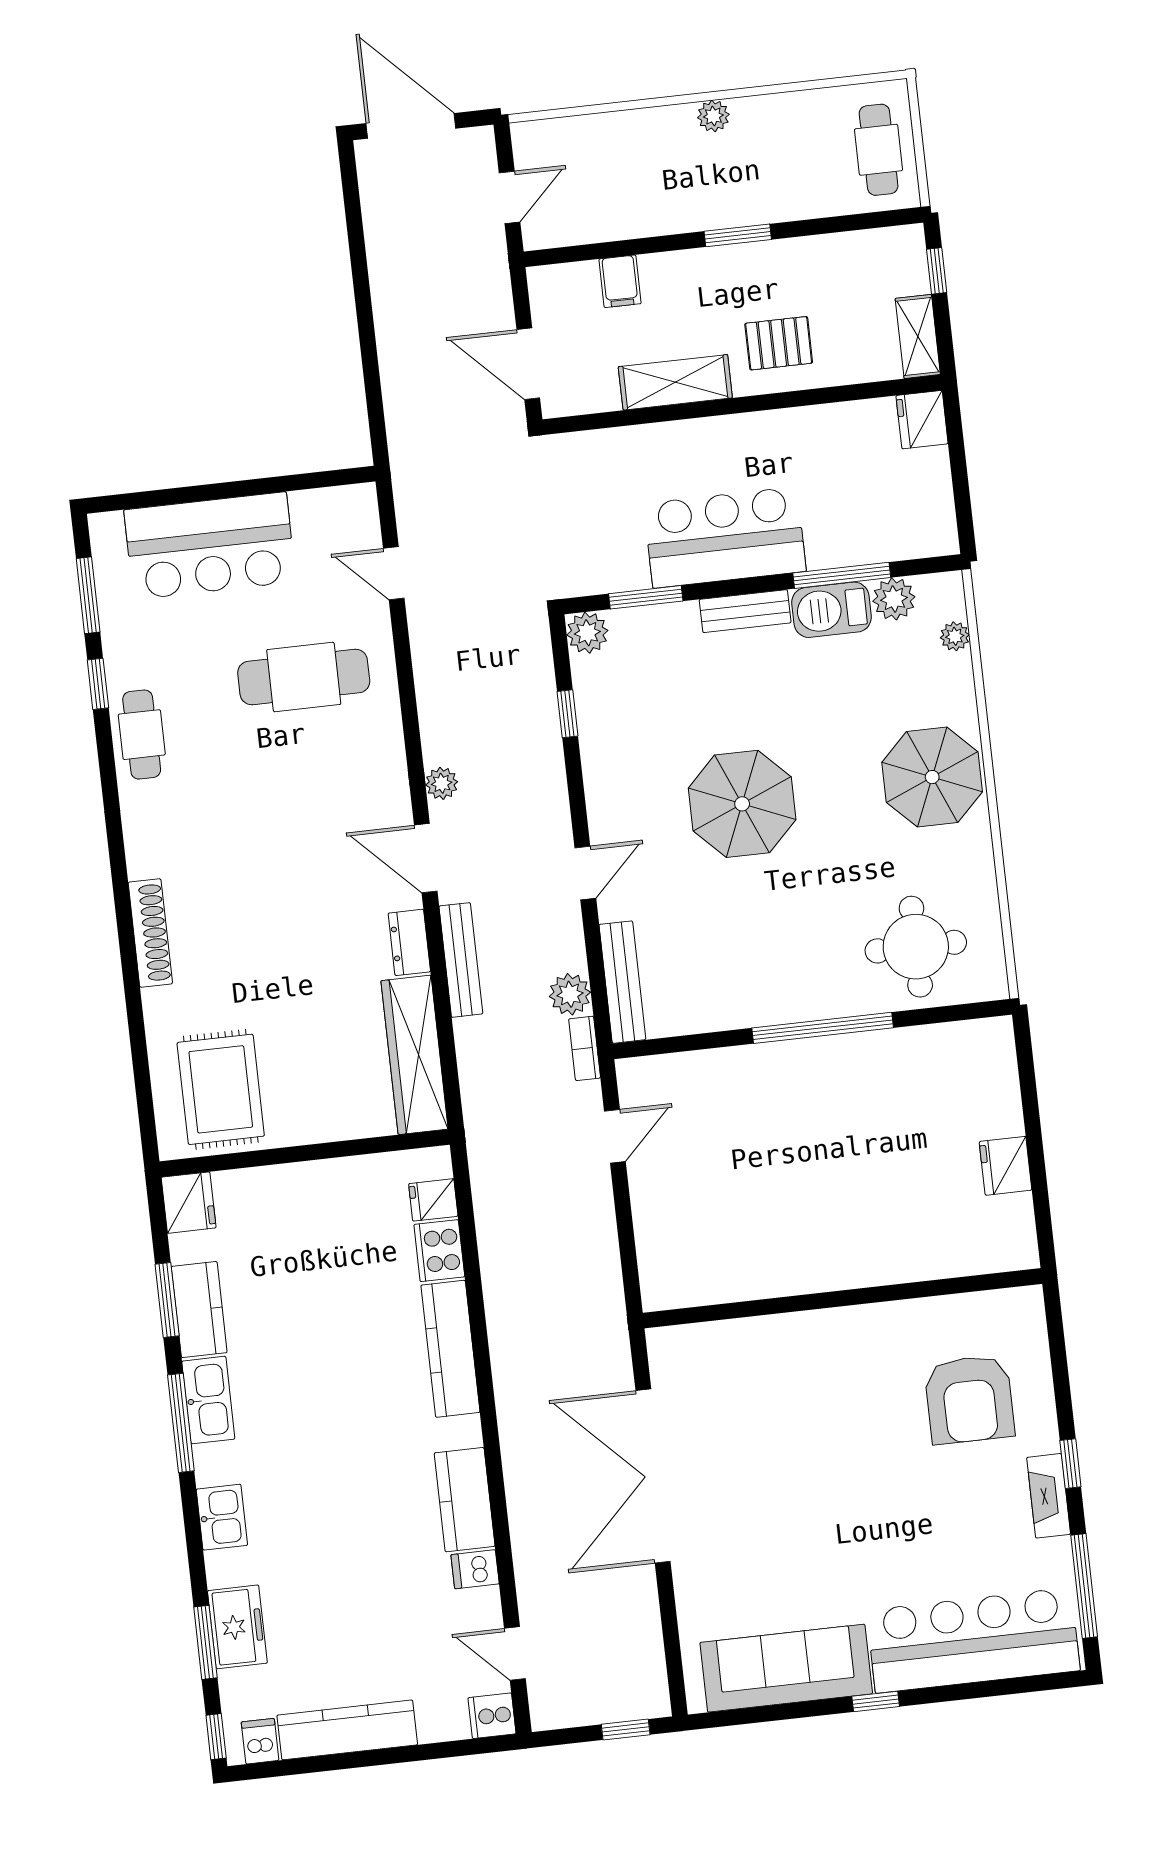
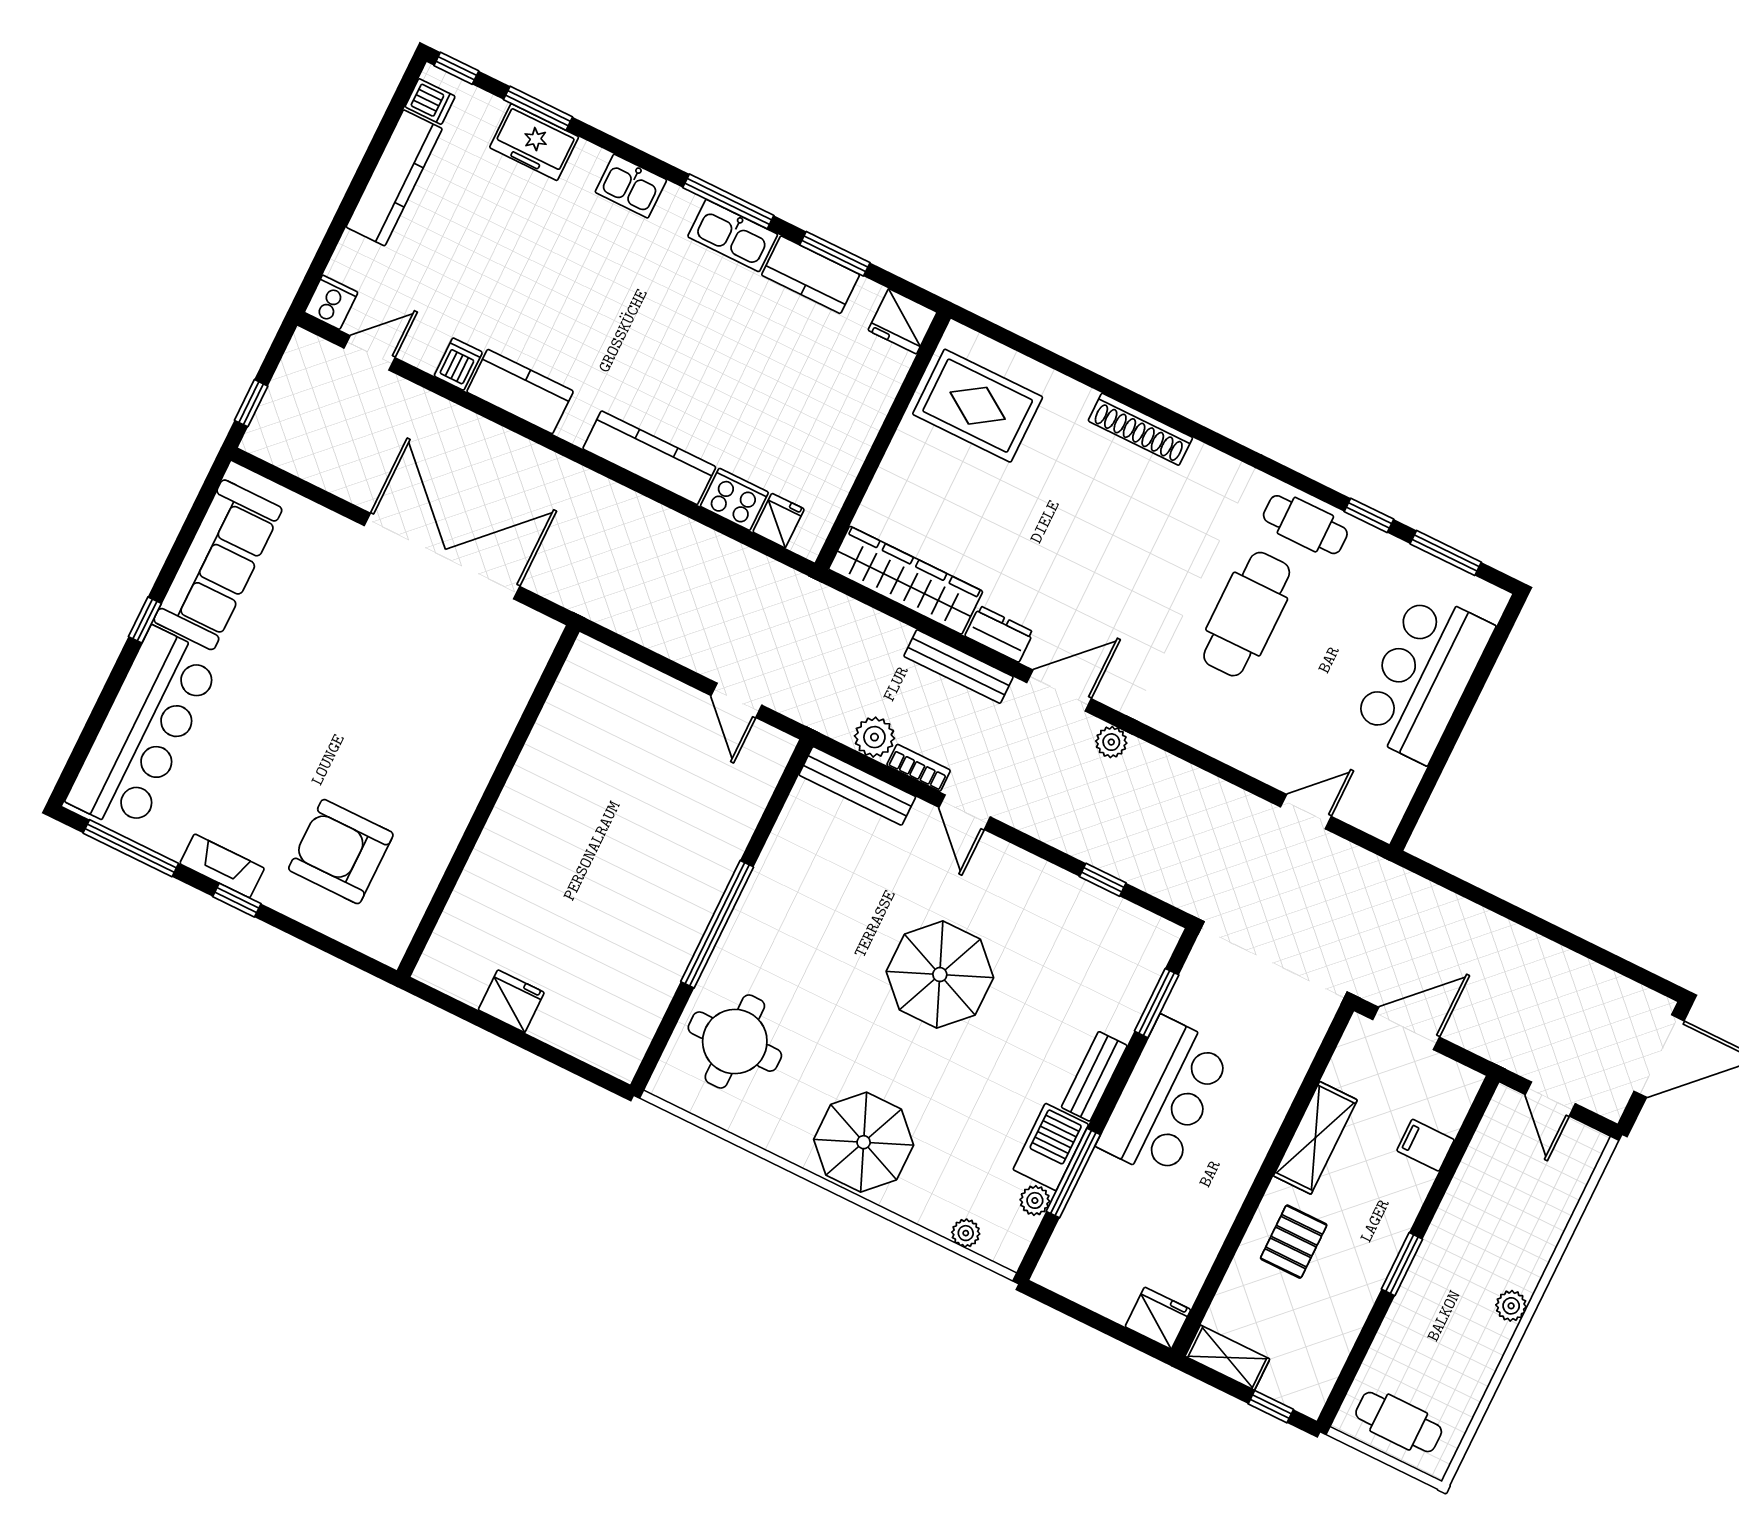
plant: (894, 599) -> (1035, 1200), width x0.73, depth x0.73
plant: (587, 633) -> (1158, 938), removed
cafe table: (304, 677) -> (1247, 614), moved
bookcase: (585, 1048) -> (919, 768), moved

